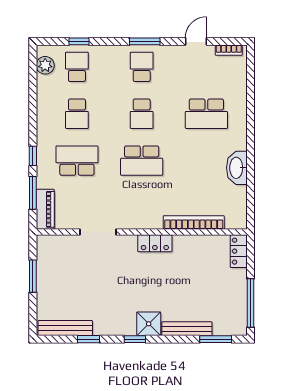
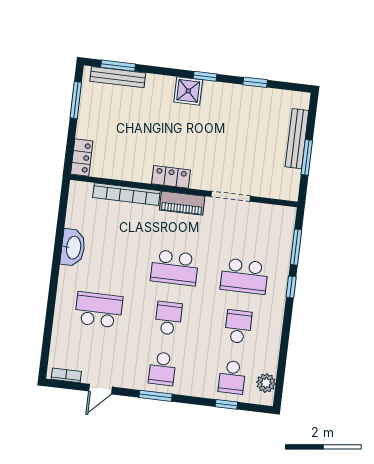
school desk: (142, 161) -> (174, 268), turned 180
piano: (45, 209) -> (182, 203), moved, turned -90
window: (251, 303) -> (76, 100), width x0.69
bench: (65, 328) -> (297, 139), moved, turned 90
bench: (187, 329) -> (118, 77), moved

